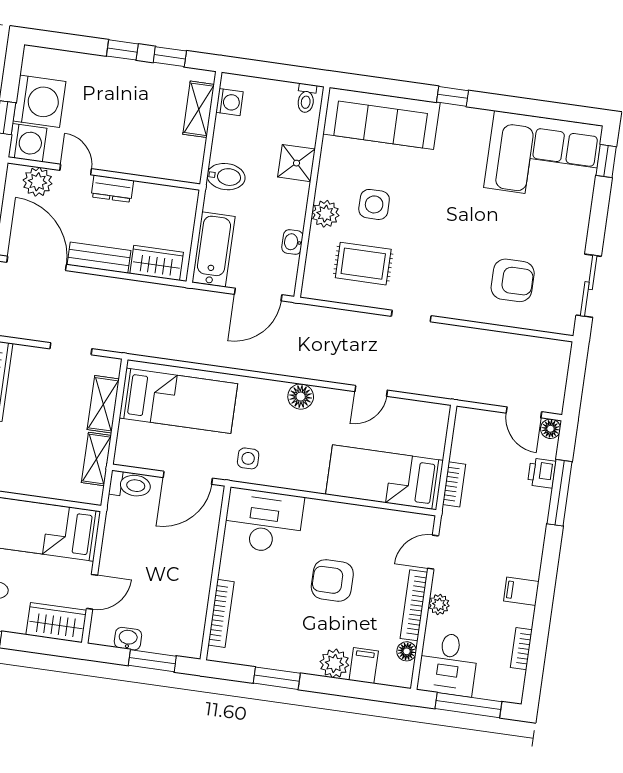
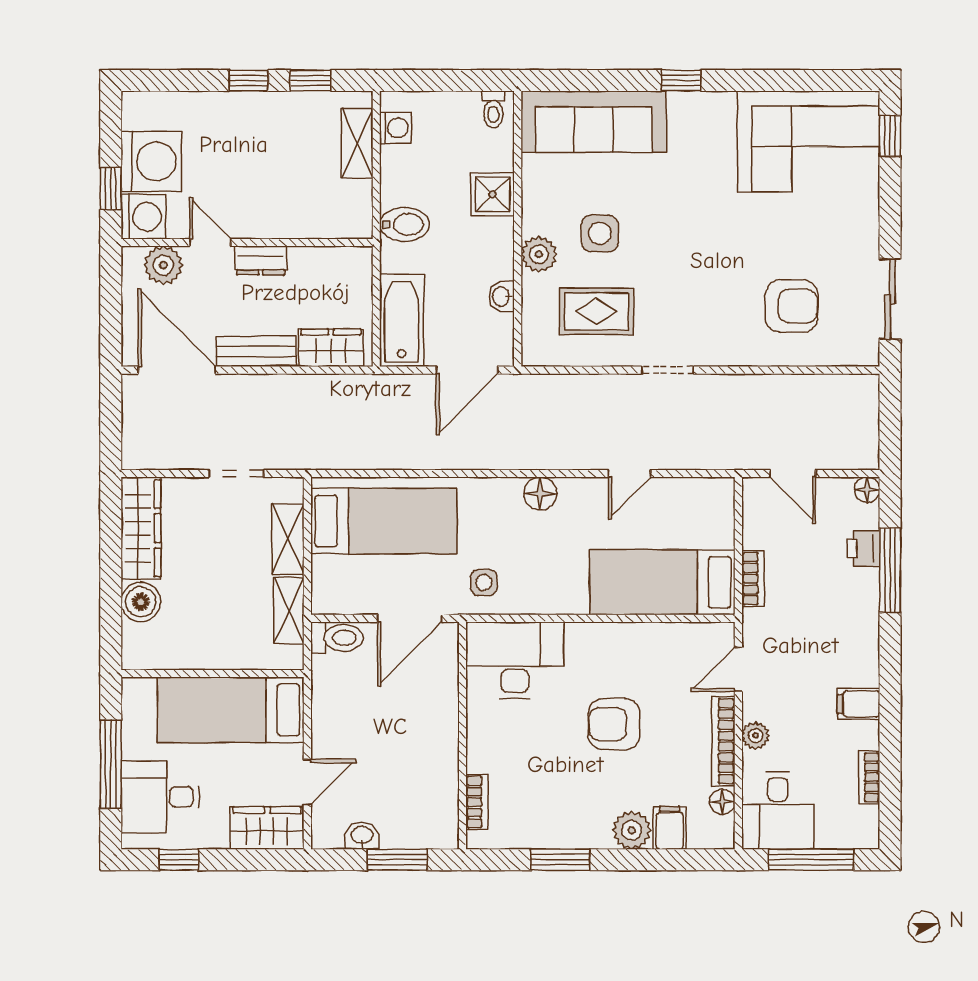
door: (524, 412) -> (793, 474), moved
bookcase: (221, 613) -> (477, 802), width x0.64

